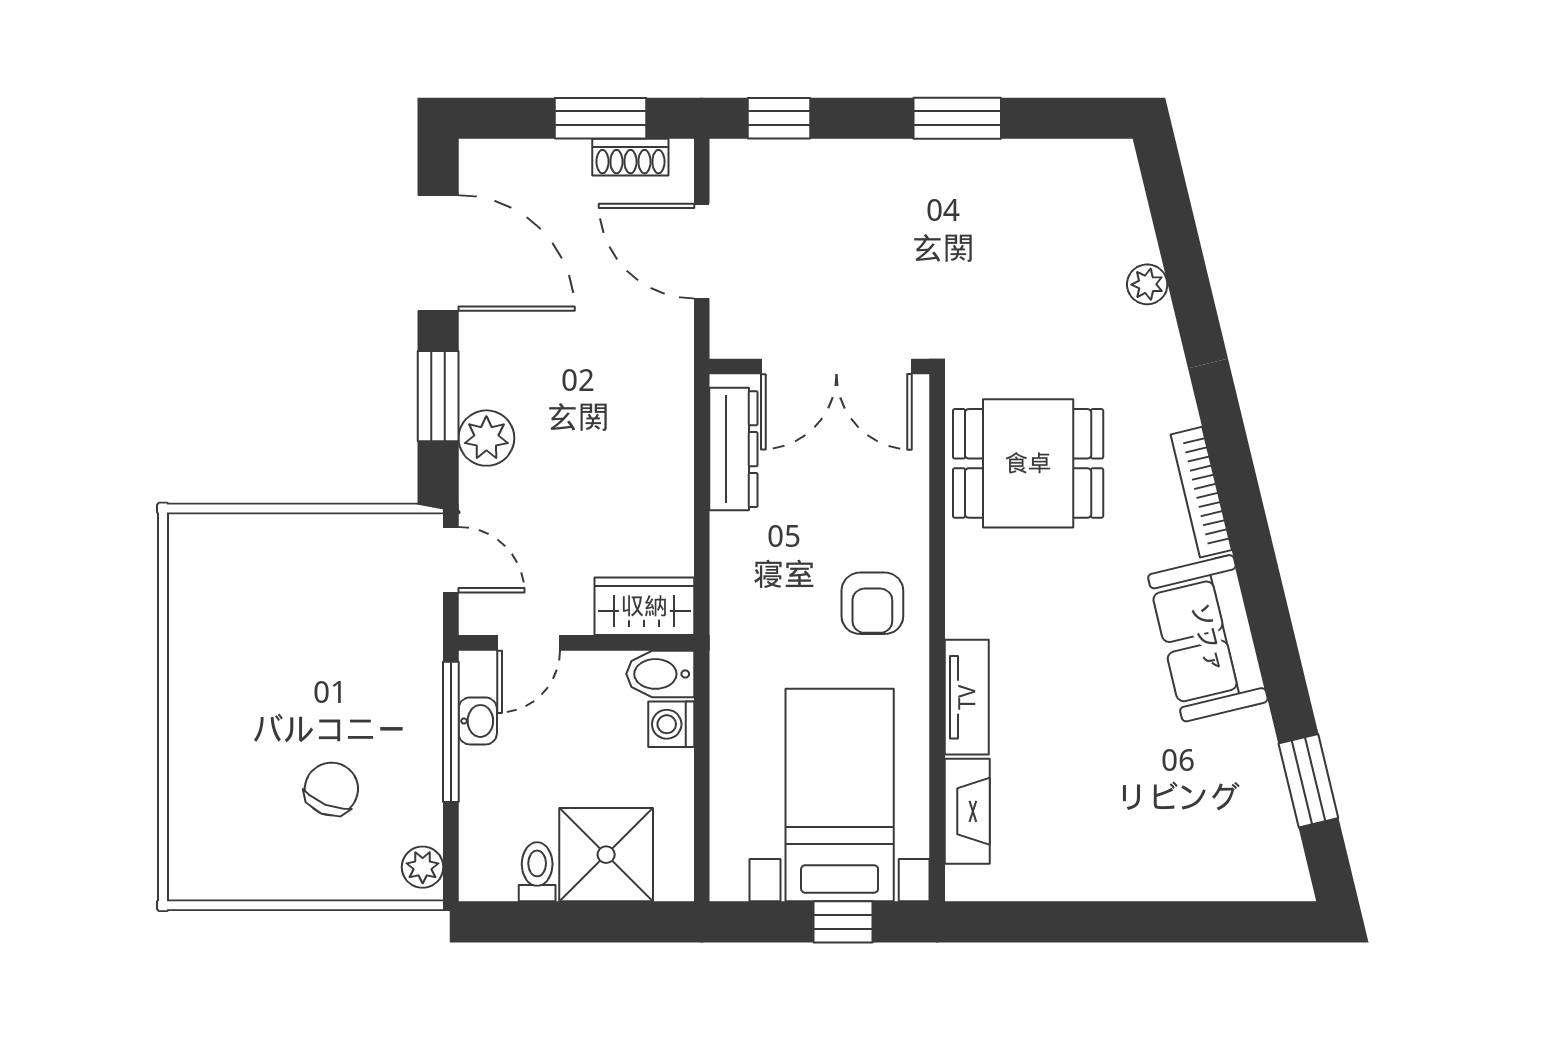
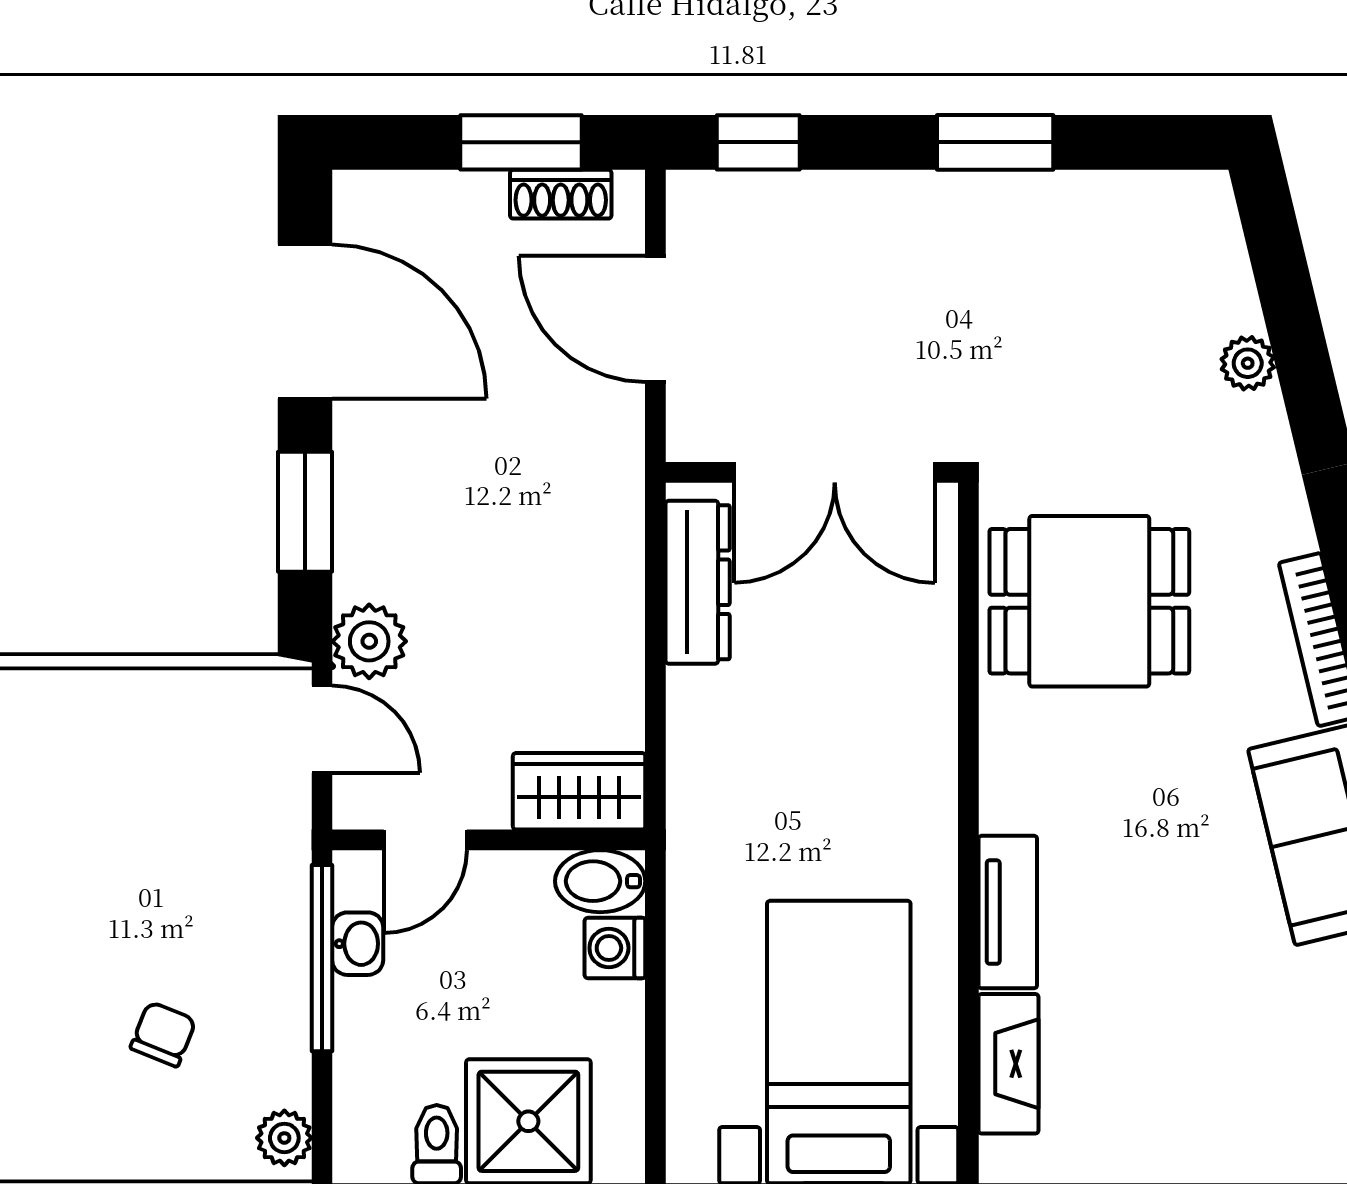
plant: (486, 438) -> (369, 641), moved
armchair: (872, 603) -> (882, 787), removed
chair: (331, 789) -> (163, 1034), width x0.73, depth x0.73

